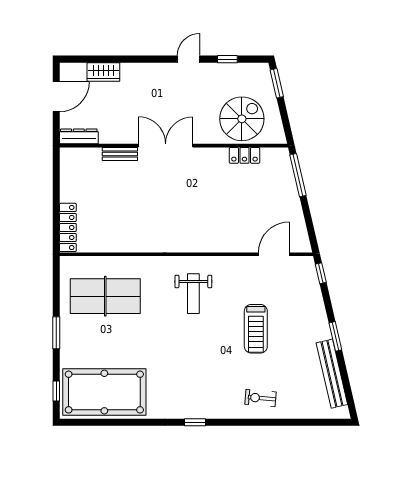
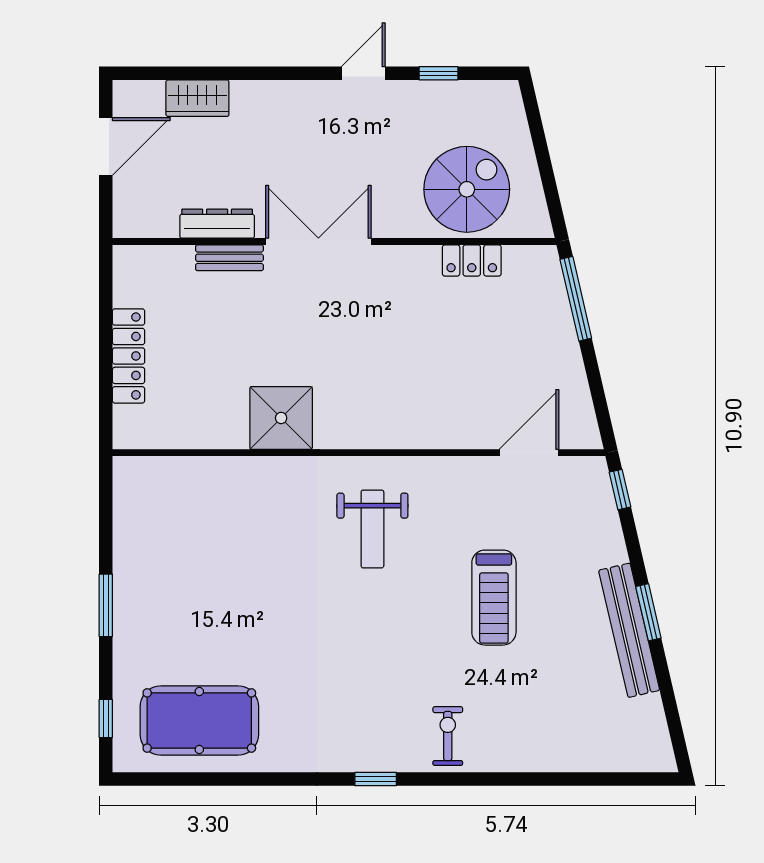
window: (277, 83) -> (534, 120), removed
dresser: (79, 136) -> (217, 224), moved
locker: (68, 227) -> (129, 356), moved
shower: (146, 236) -> (281, 418), added
table tennis table: (105, 296) -> (201, 534), removed
bench: (332, 374) -> (629, 630), moved
pool table: (104, 392) -> (199, 720), width x0.73, depth x0.76
exercise bike: (260, 398) -> (448, 736), moved, turned 85

